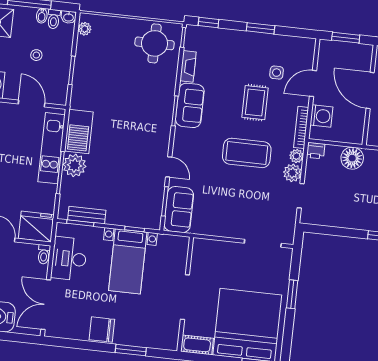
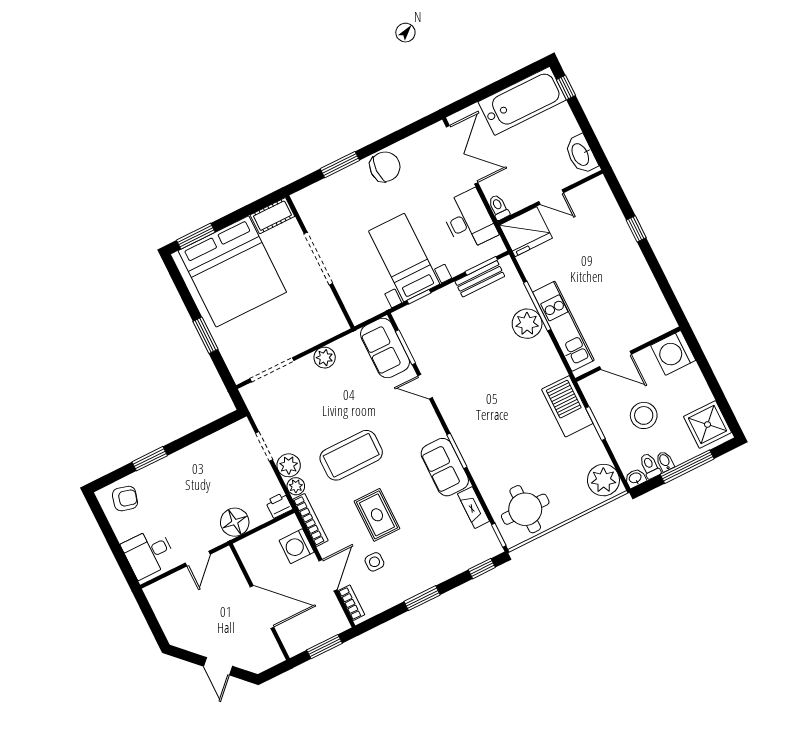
plant: (85, 29) -> (603, 480), width x1.88, depth x1.88
stool: (36, 55) -> (644, 415), width x1.89, depth x1.89
bookcase: (309, 55) -> (351, 603), added
barbecue: (79, 132) -> (567, 406), moved
plant: (223, 229) -> (325, 358), added

